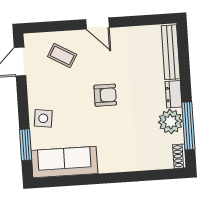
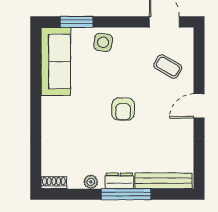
coffee table: (62, 55) -> (168, 67), turned 90
plant: (171, 122) -> (91, 182), width x0.53, depth x0.53
window: (188, 126) -> (126, 194), moved

